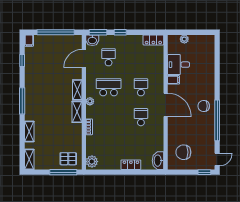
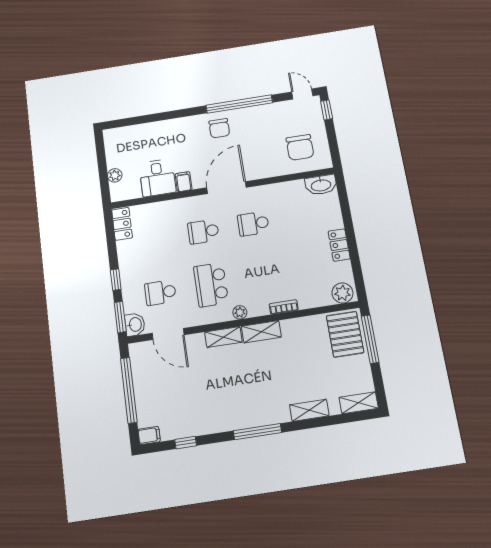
pallet: (68, 159) -> (345, 334), width x1.50, depth x1.42
locker: (131, 165) -> (339, 245), moved

